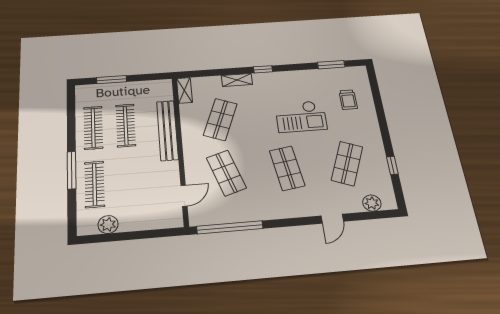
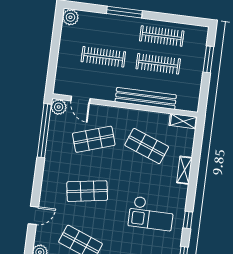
window: (263, 69) -> (188, 220), moved
checkout: (301, 116) -> (151, 213), moved, turned -90
clothes rail: (95, 184) -> (103, 57), moved
plant: (198, 217) -> (59, 107), added
door: (332, 219) -> (33, 215), swing flipped
plant: (108, 225) -> (70, 17), moved

